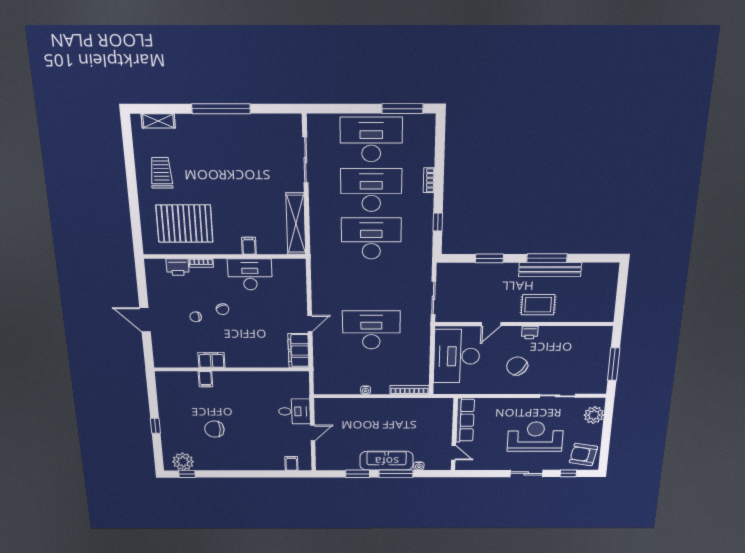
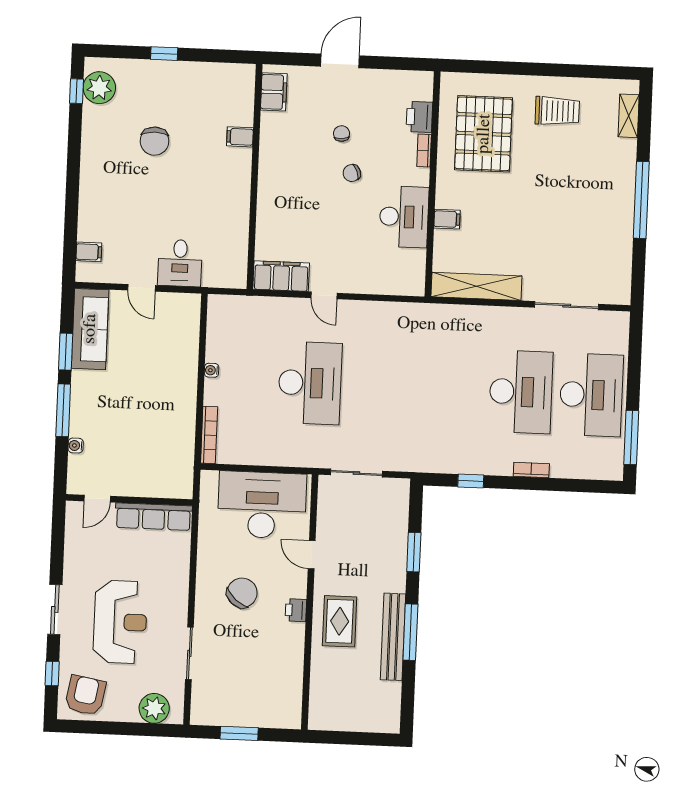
desk: (371, 238) -> (451, 389), removed
filing cabinet: (211, 360) -> (274, 92), moved
window: (614, 364) -> (239, 733), width x0.69
chair: (214, 429) -> (155, 141), turned 180
sofa: (387, 461) -> (90, 329), moved

